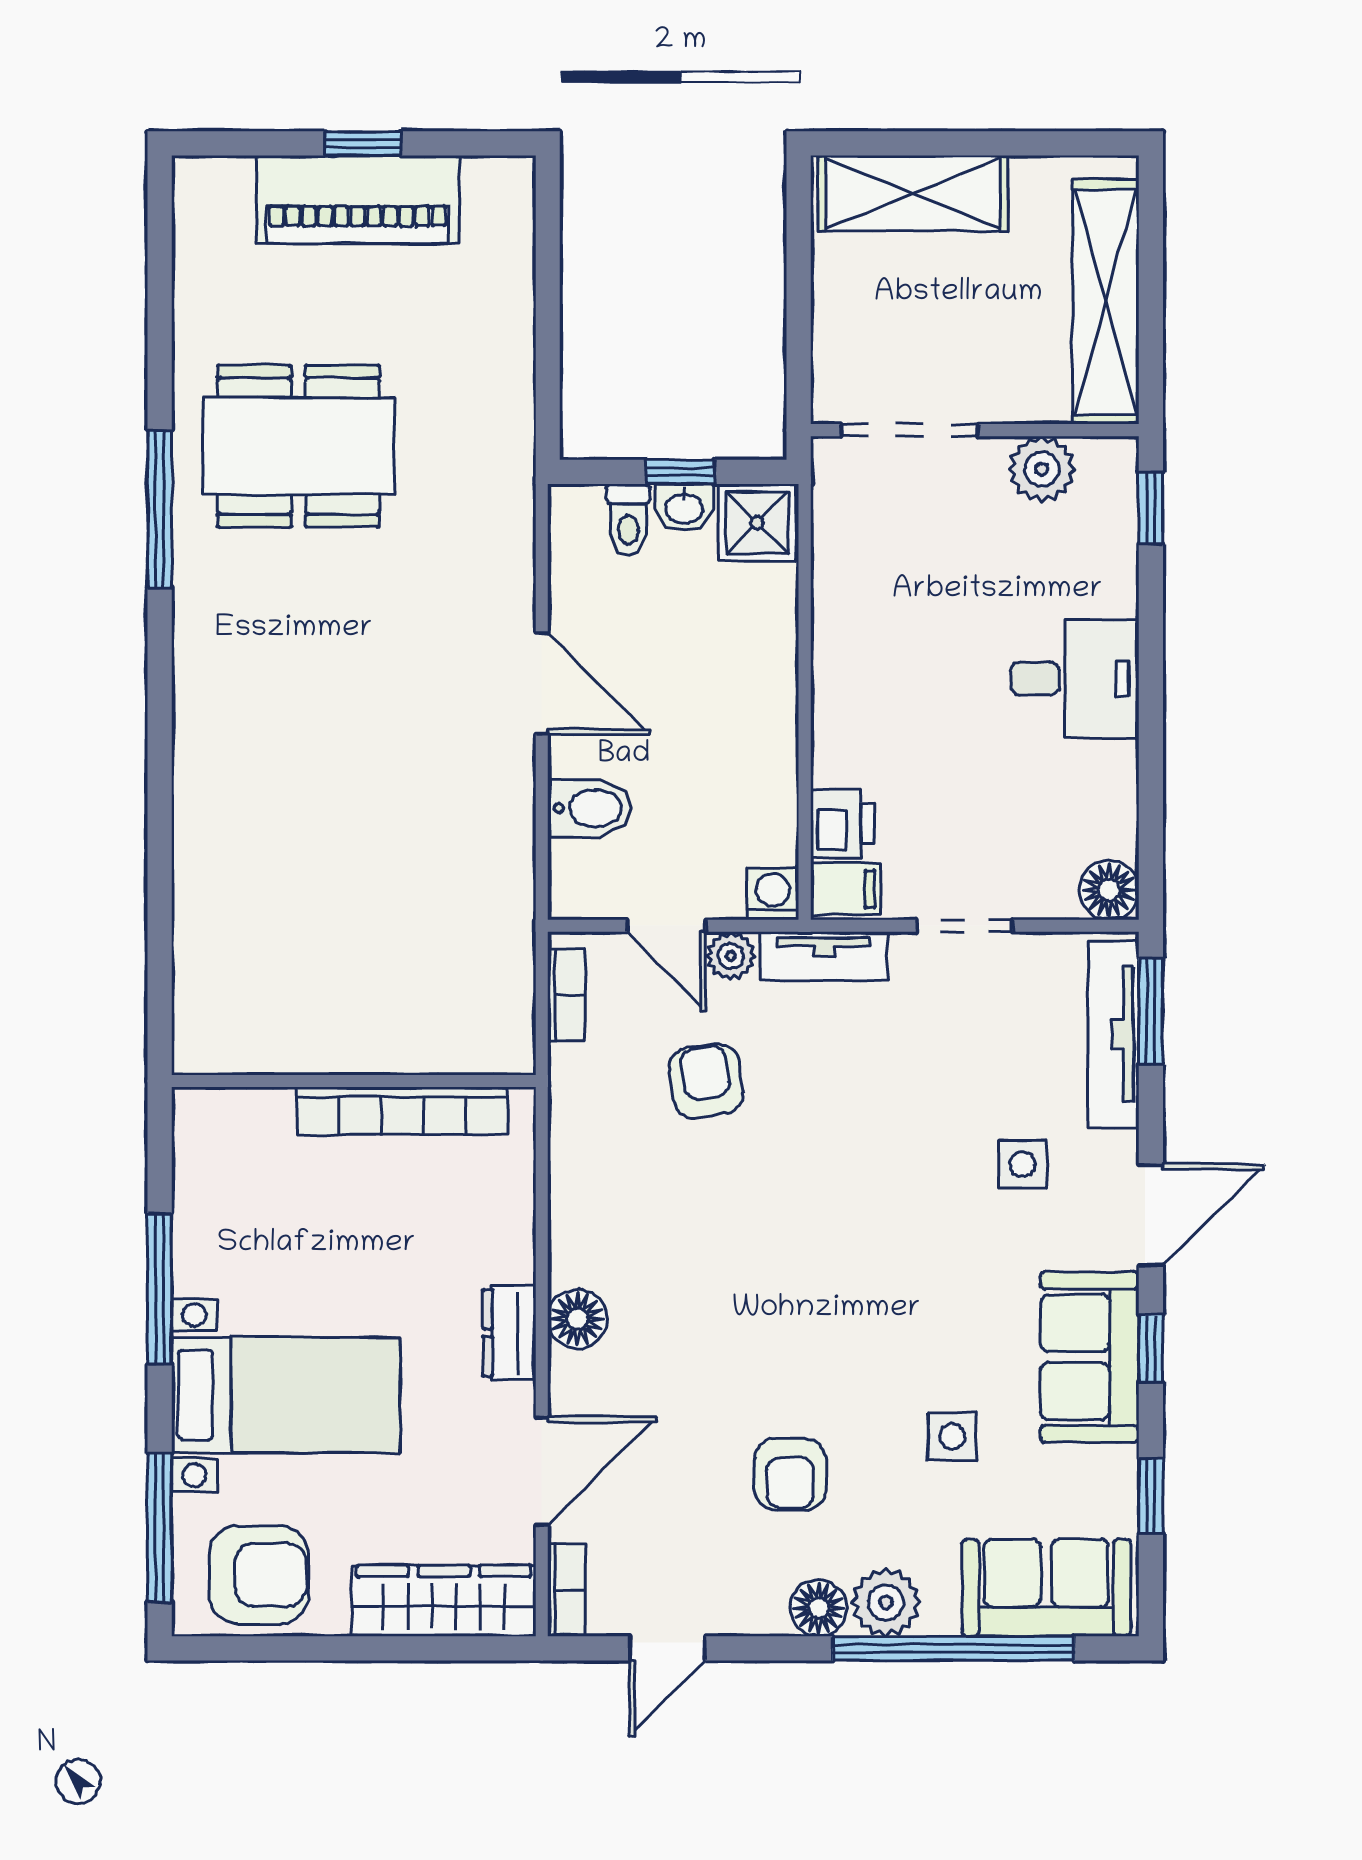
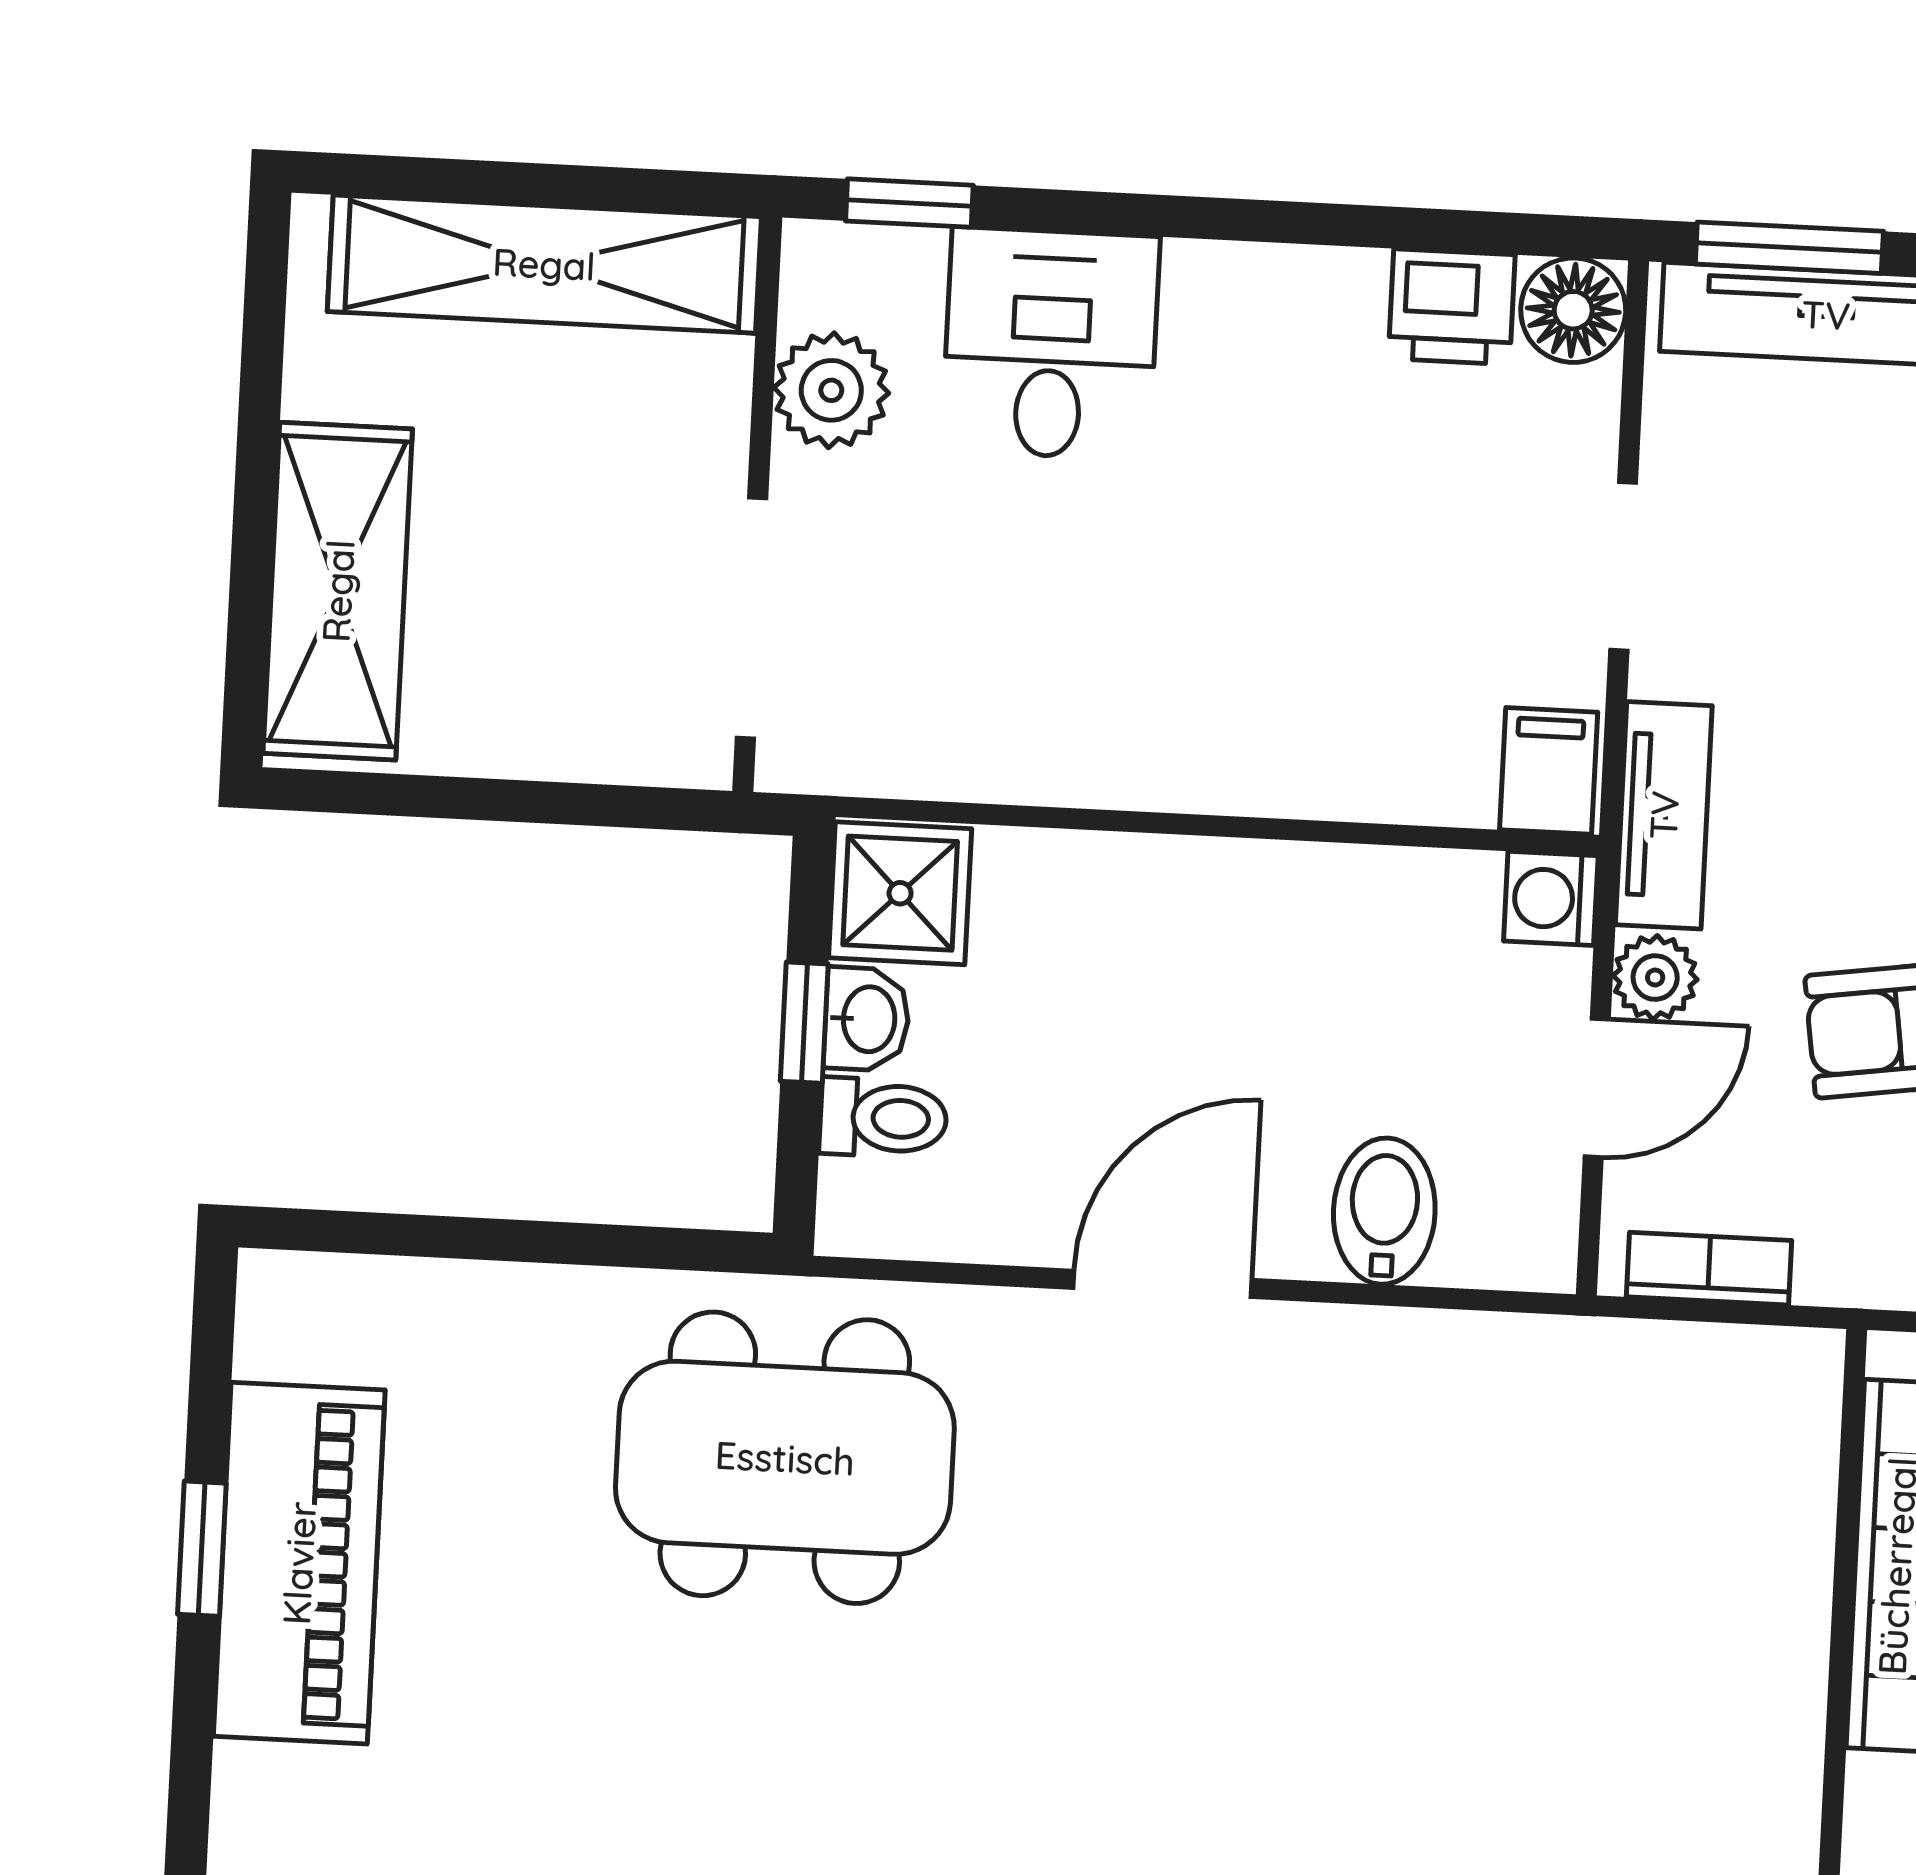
dining table: (298, 446) -> (785, 1458), moved, turned 90
desk: (1075, 679) -> (1051, 344), moved
printer: (842, 824) -> (1452, 307), moved, turned 180

